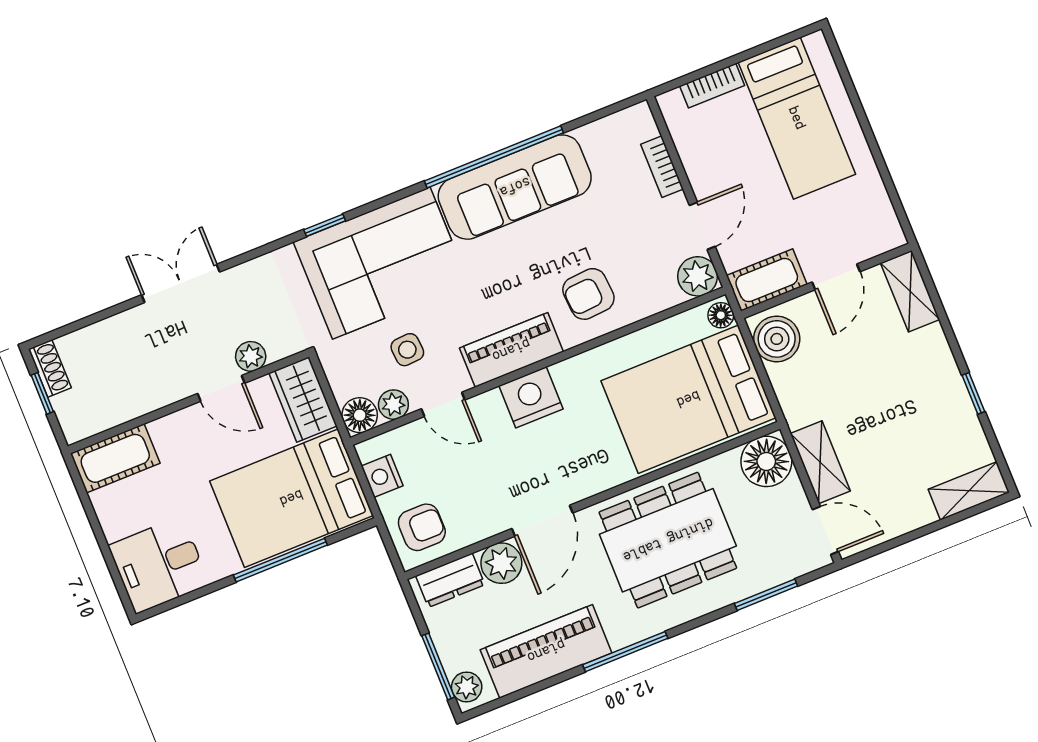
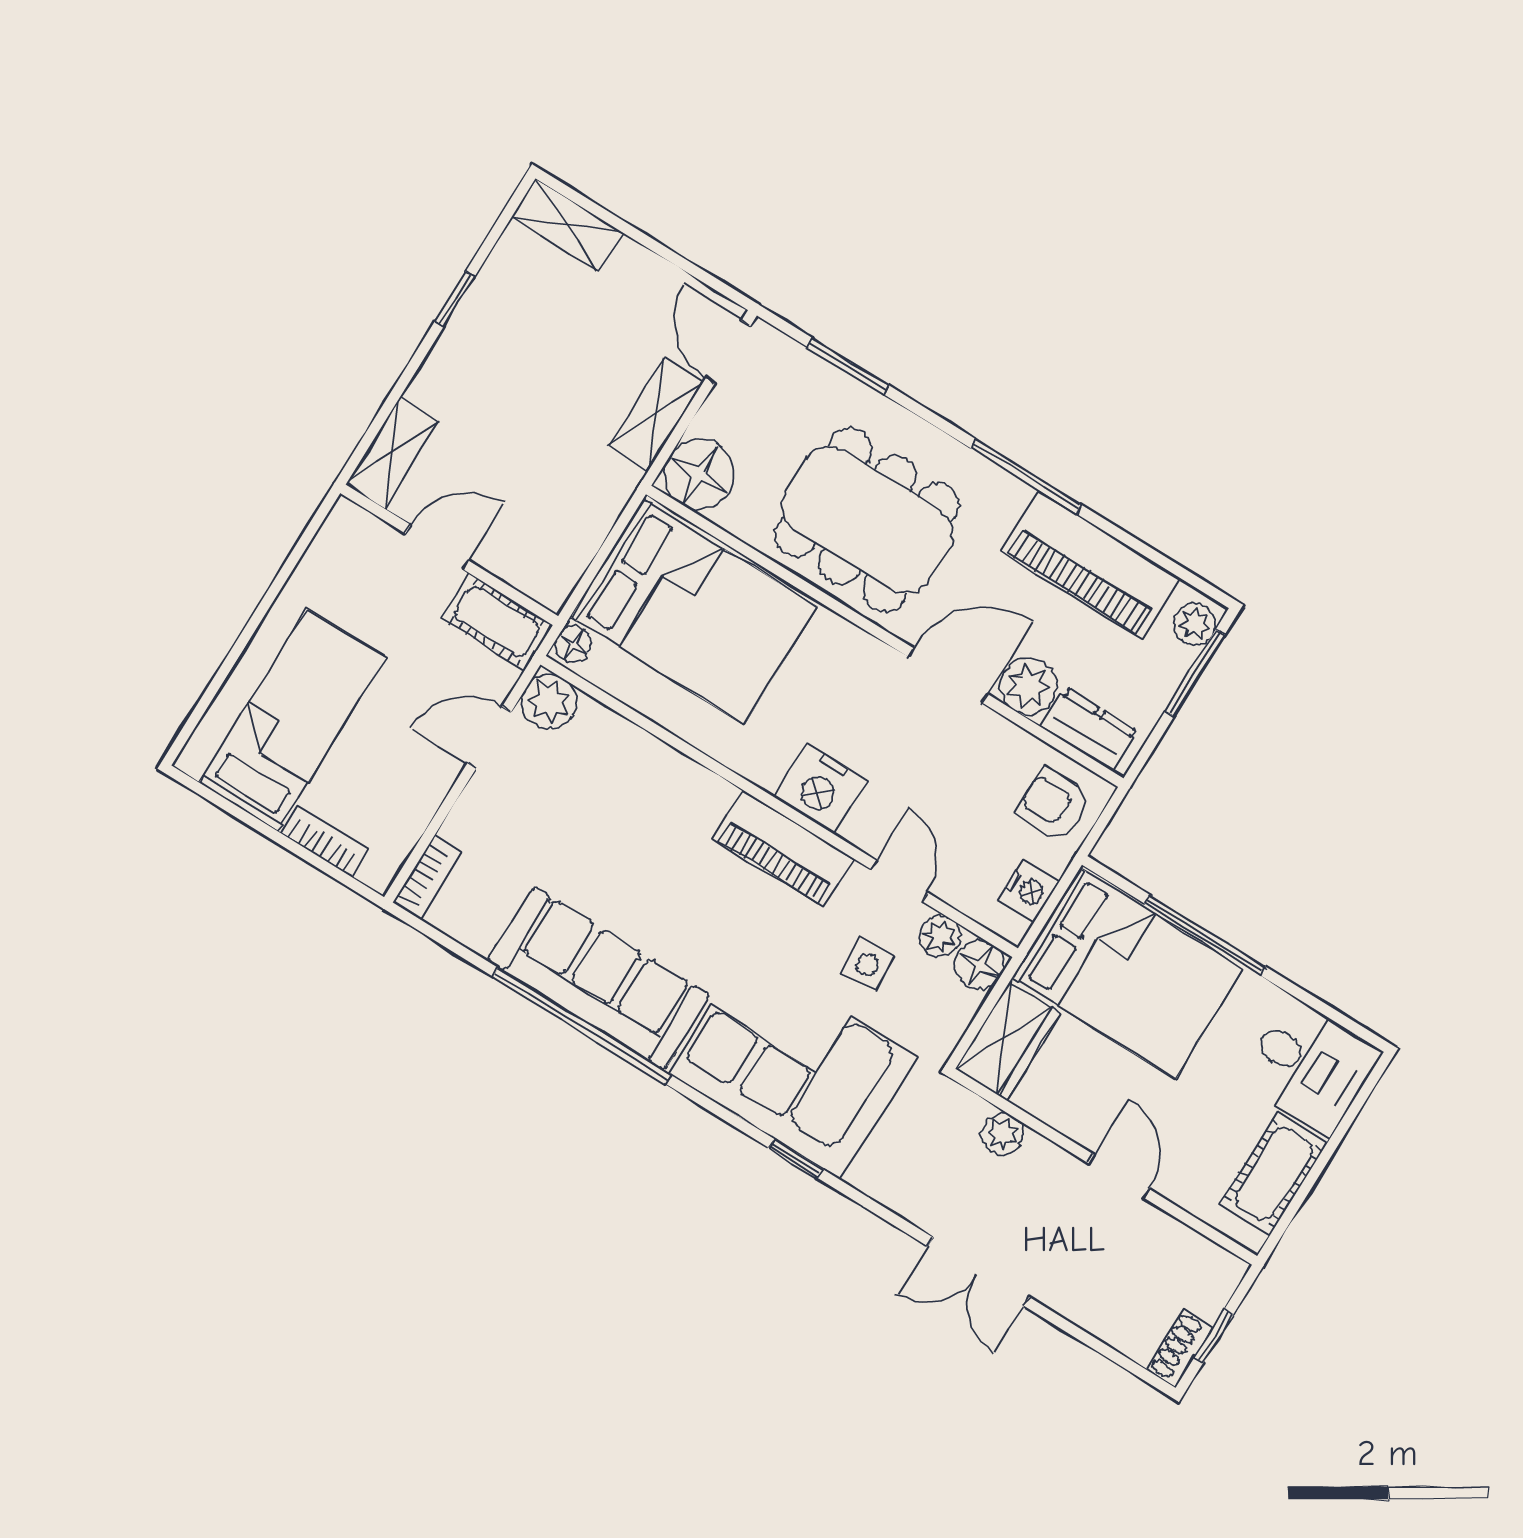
bookcase: (662, 167) -> (427, 877), moved
armchair: (588, 294) -> (658, 809), removed
boiler: (777, 339) -> (554, 563), removed
door: (221, 388) -> (1119, 1176), moved
cot: (115, 458) -> (1273, 1174), moved, turned 90

